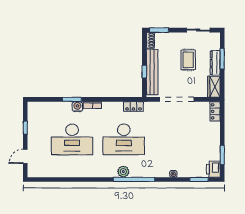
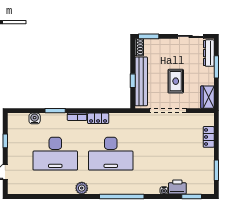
rug: (188, 60) -> (176, 81), moved
dresser: (215, 63) -> (209, 53), moved
locker: (133, 106) -> (98, 118), moved
water cooler: (77, 107) -> (35, 118), moved
locker: (215, 111) -> (209, 137), moved
printer: (213, 169) -> (177, 187), moved, turned 90
plant: (123, 172) -> (82, 188), moved

